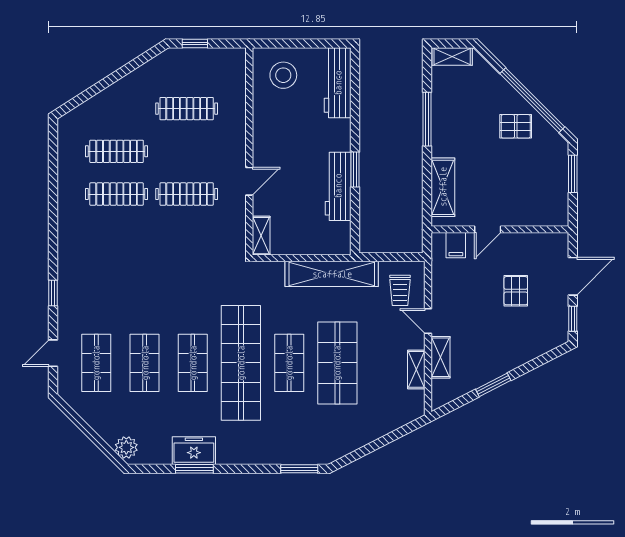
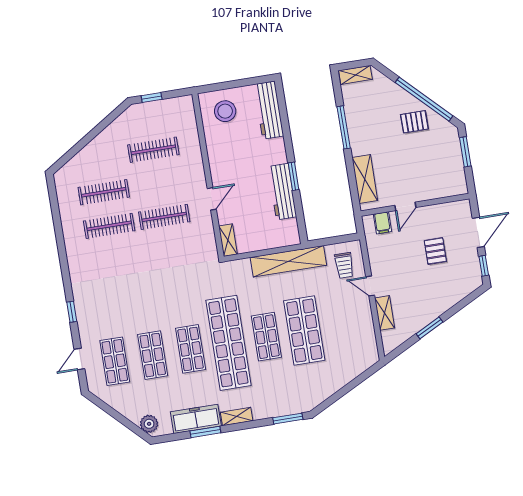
shelving: (416, 369) -> (237, 417), moved, turned 90
freezer: (194, 451) -> (196, 419), width x1.40

